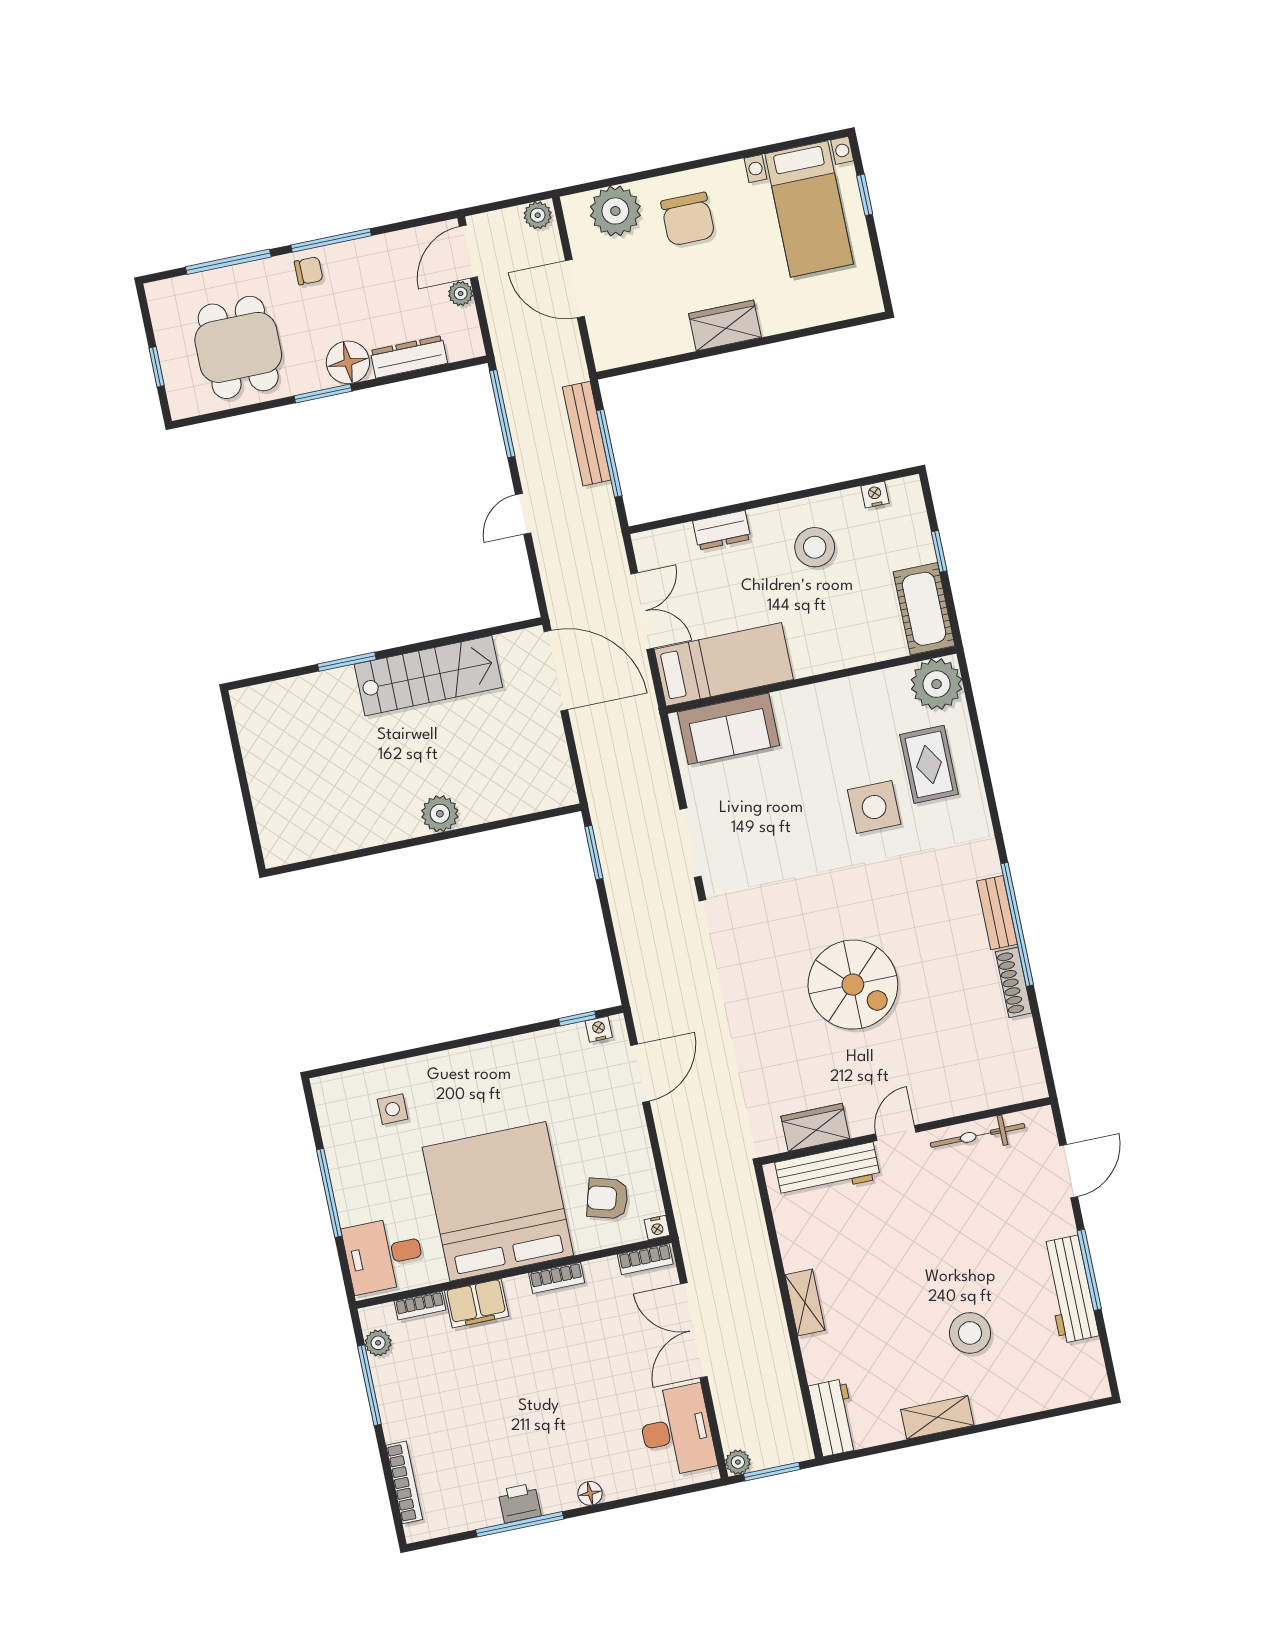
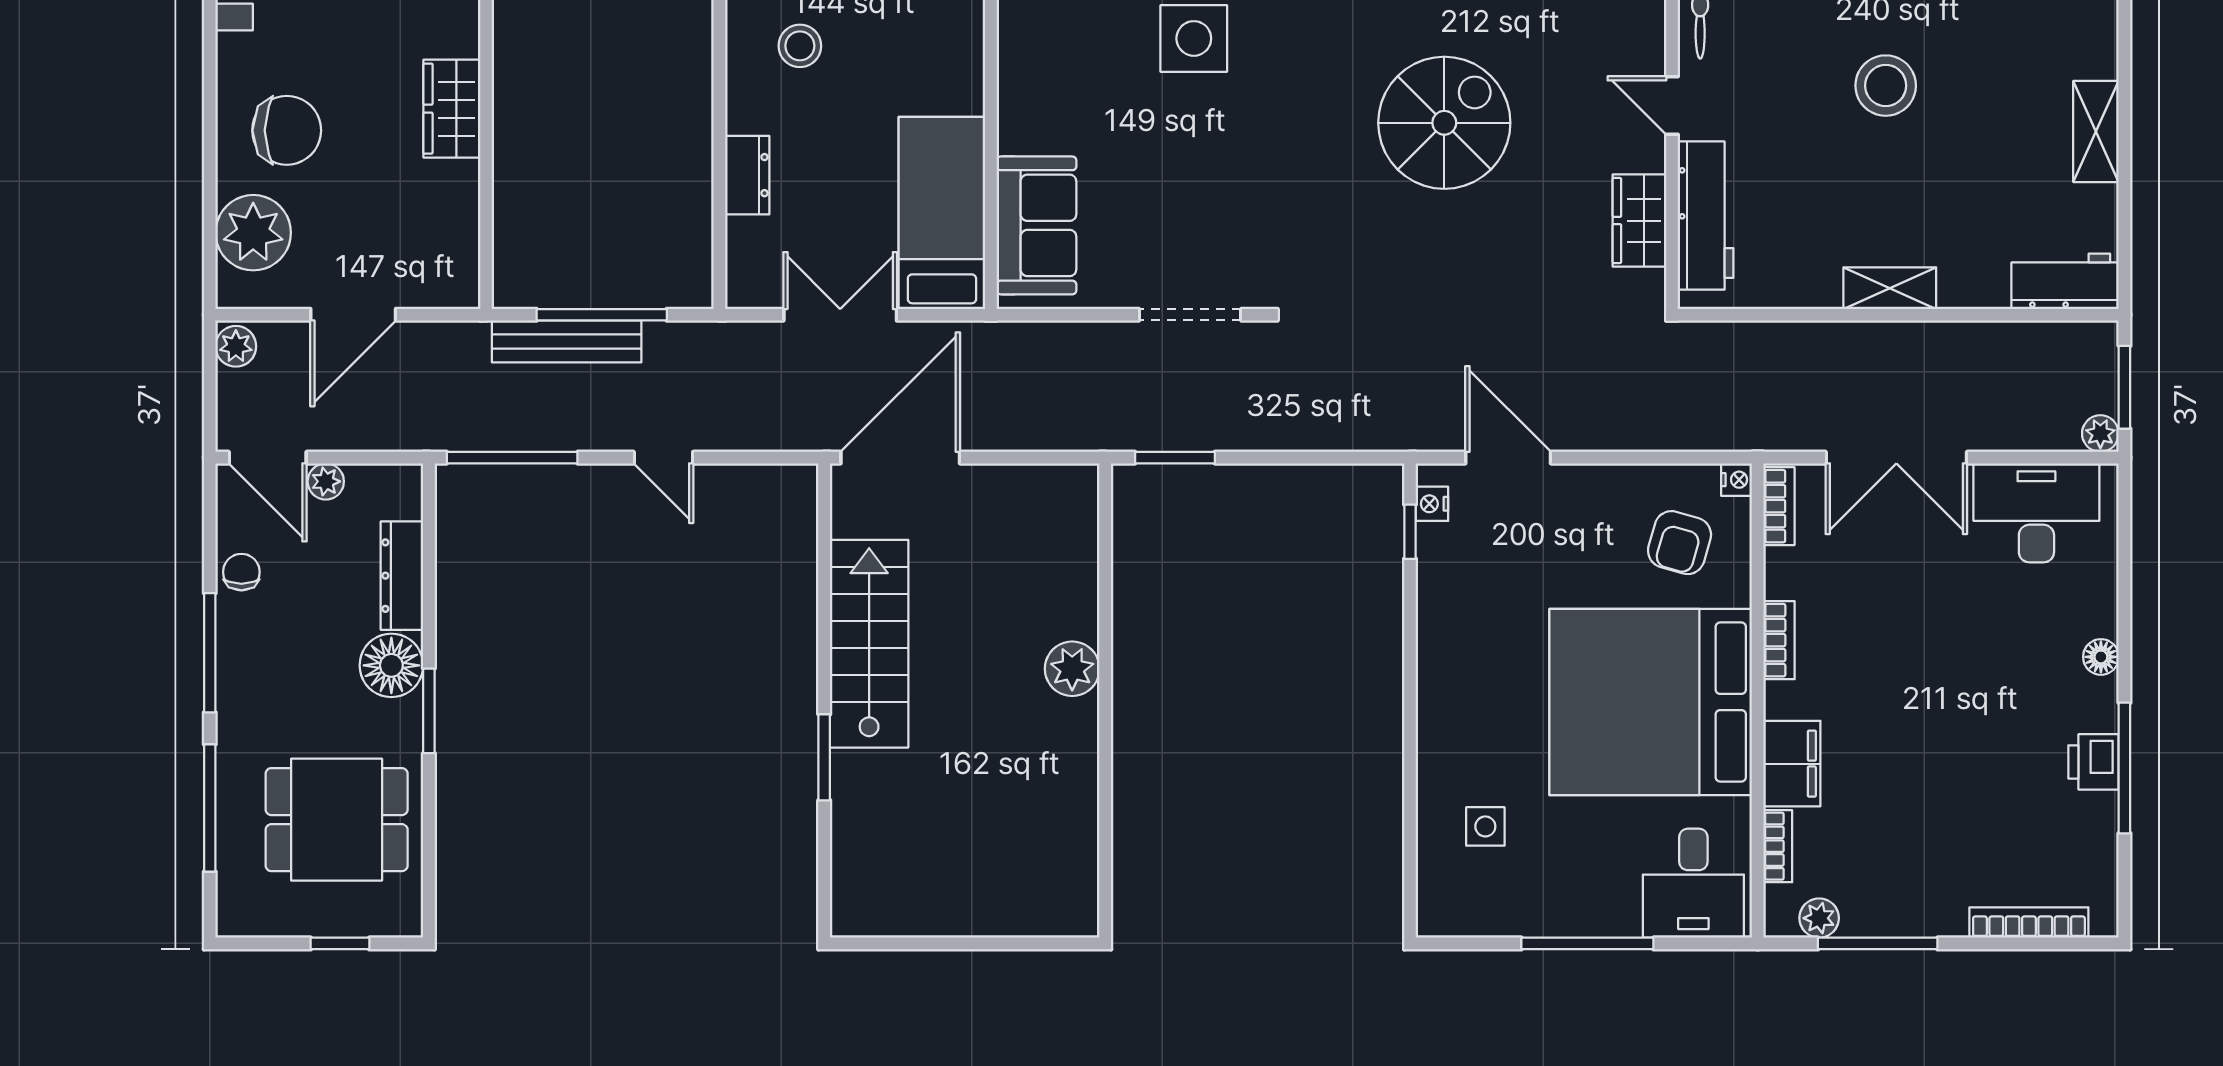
chair: (309, 271) -> (241, 572), moved
stool: (815, 547) -> (800, 46), width x0.73, depth x0.73
stool: (970, 1333) -> (1886, 86), moved

